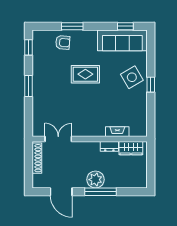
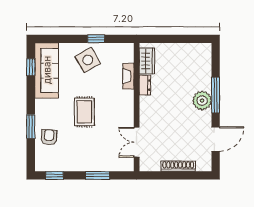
fireplace: (117, 132) -> (128, 76), moved
double door: (58, 139) -> (137, 142), moved
wall: (90, 139) -> (137, 107), moved
dresser: (109, 146) -> (145, 85), moved
wardrobe: (131, 148) -> (147, 61), moved

